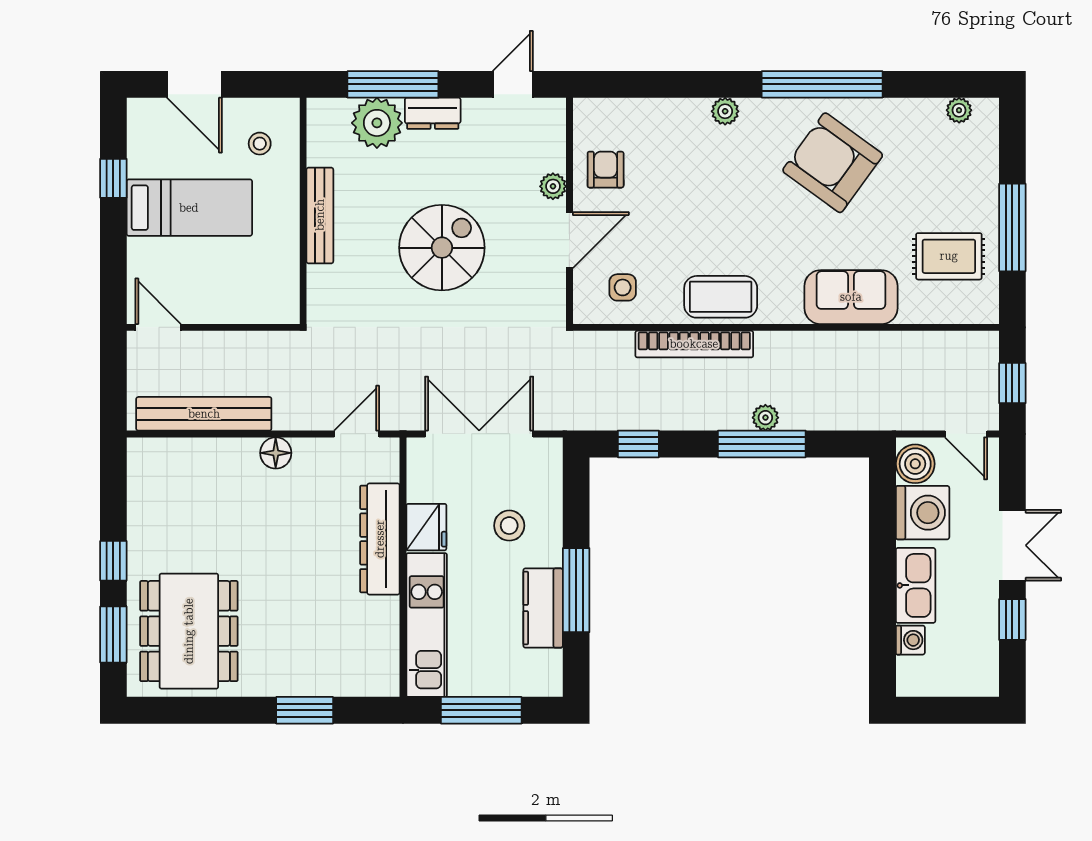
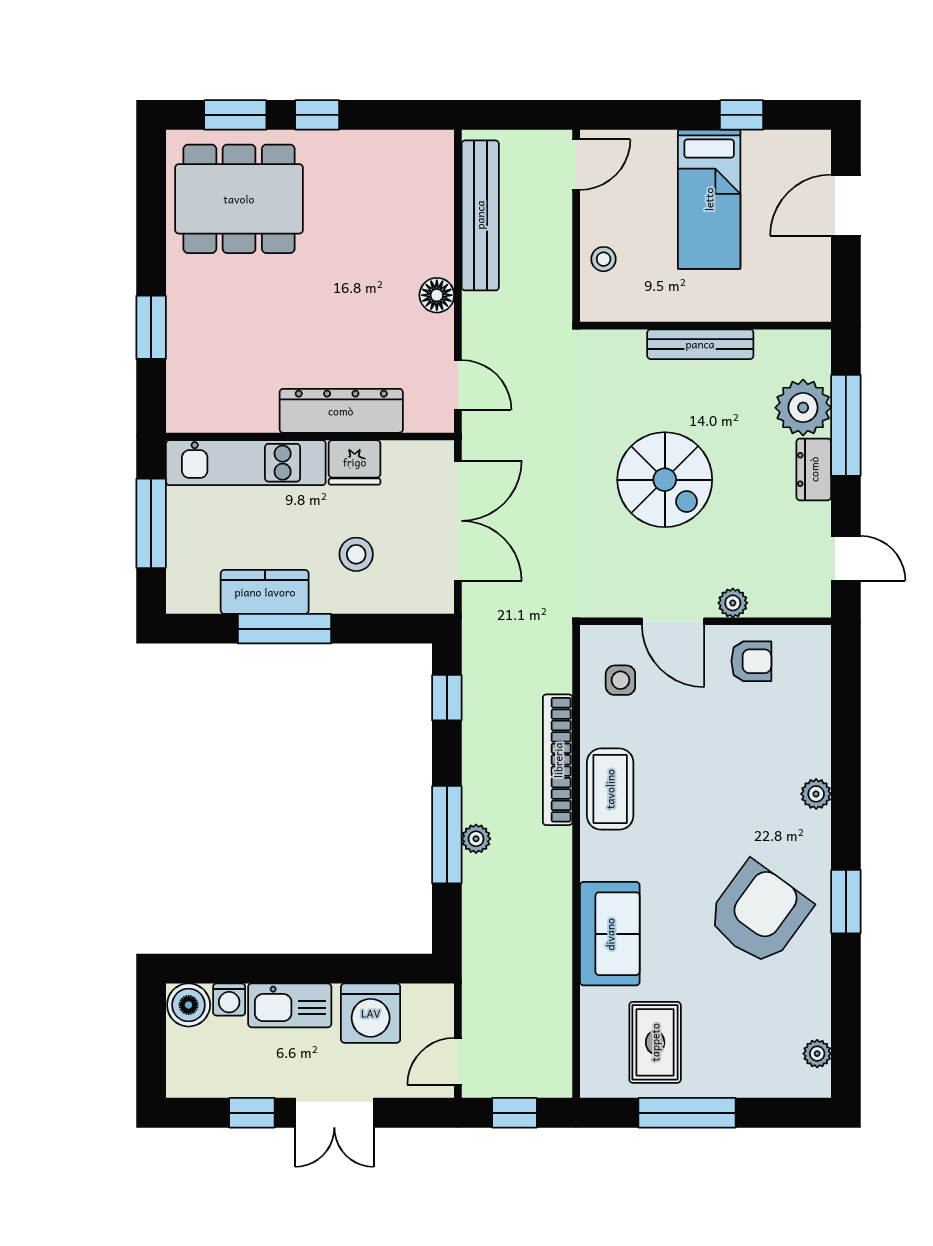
window: (822, 84) -> (846, 902), width x0.47
stool: (260, 144) -> (604, 259), moved
boiler: (915, 464) -> (189, 1005), moved

